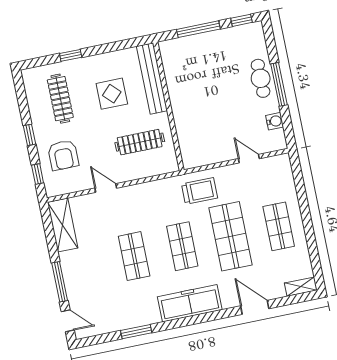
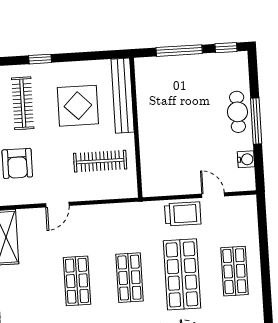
display table: (112, 94) -> (78, 106), width x1.36, depth x1.36
door: (106, 188) -> (57, 205), swing flipped
trolley: (200, 191) -> (183, 214), moved

